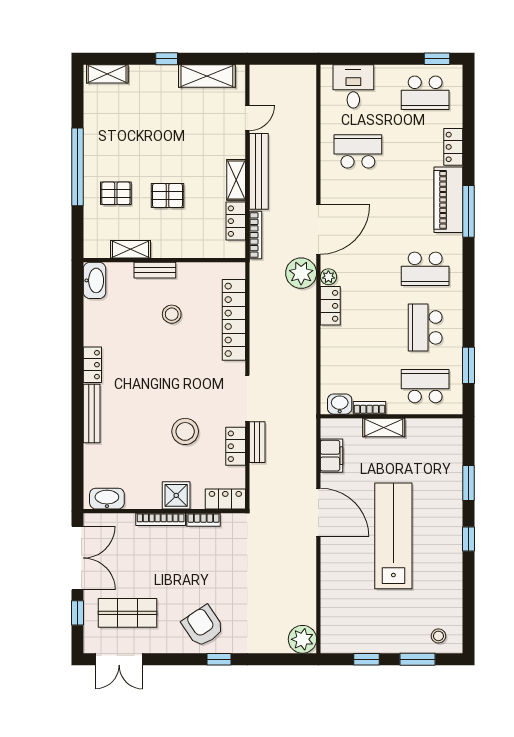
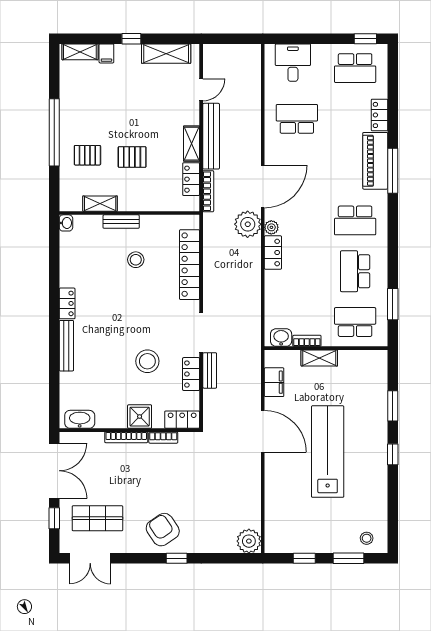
filing cabinet: (138, 76) -> (106, 53), added
washbasin: (95, 280) -> (66, 223), width x0.52, depth x0.69

